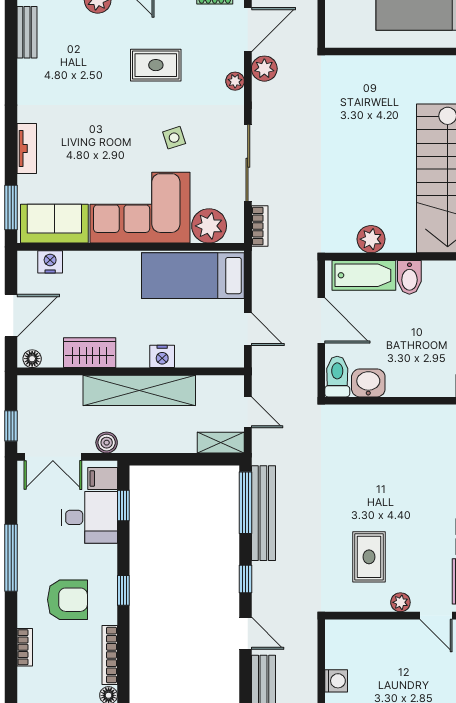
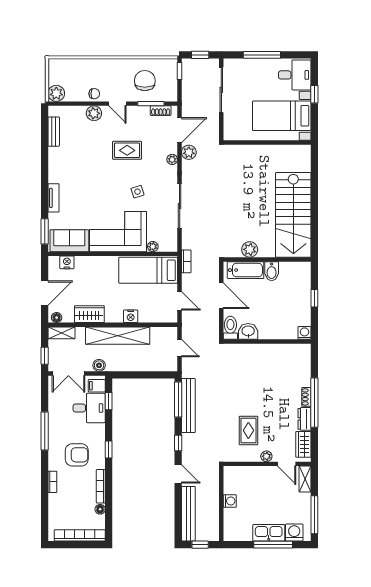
plant: (209, 226) -> (153, 247), width x0.53, depth x0.53
bookcase: (260, 226) -> (186, 261), moved
shelving: (221, 443) -> (61, 333), moved

